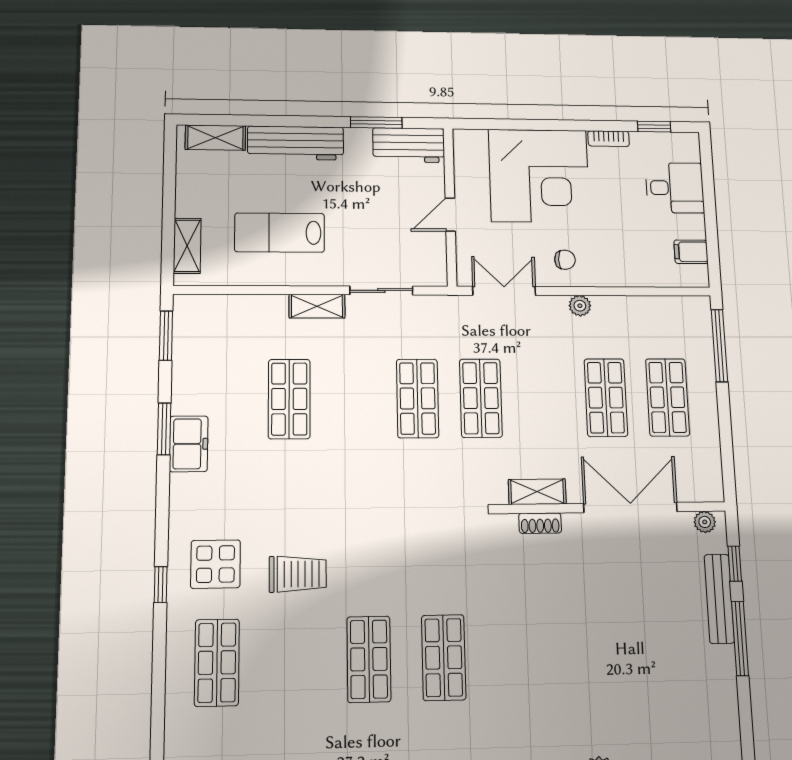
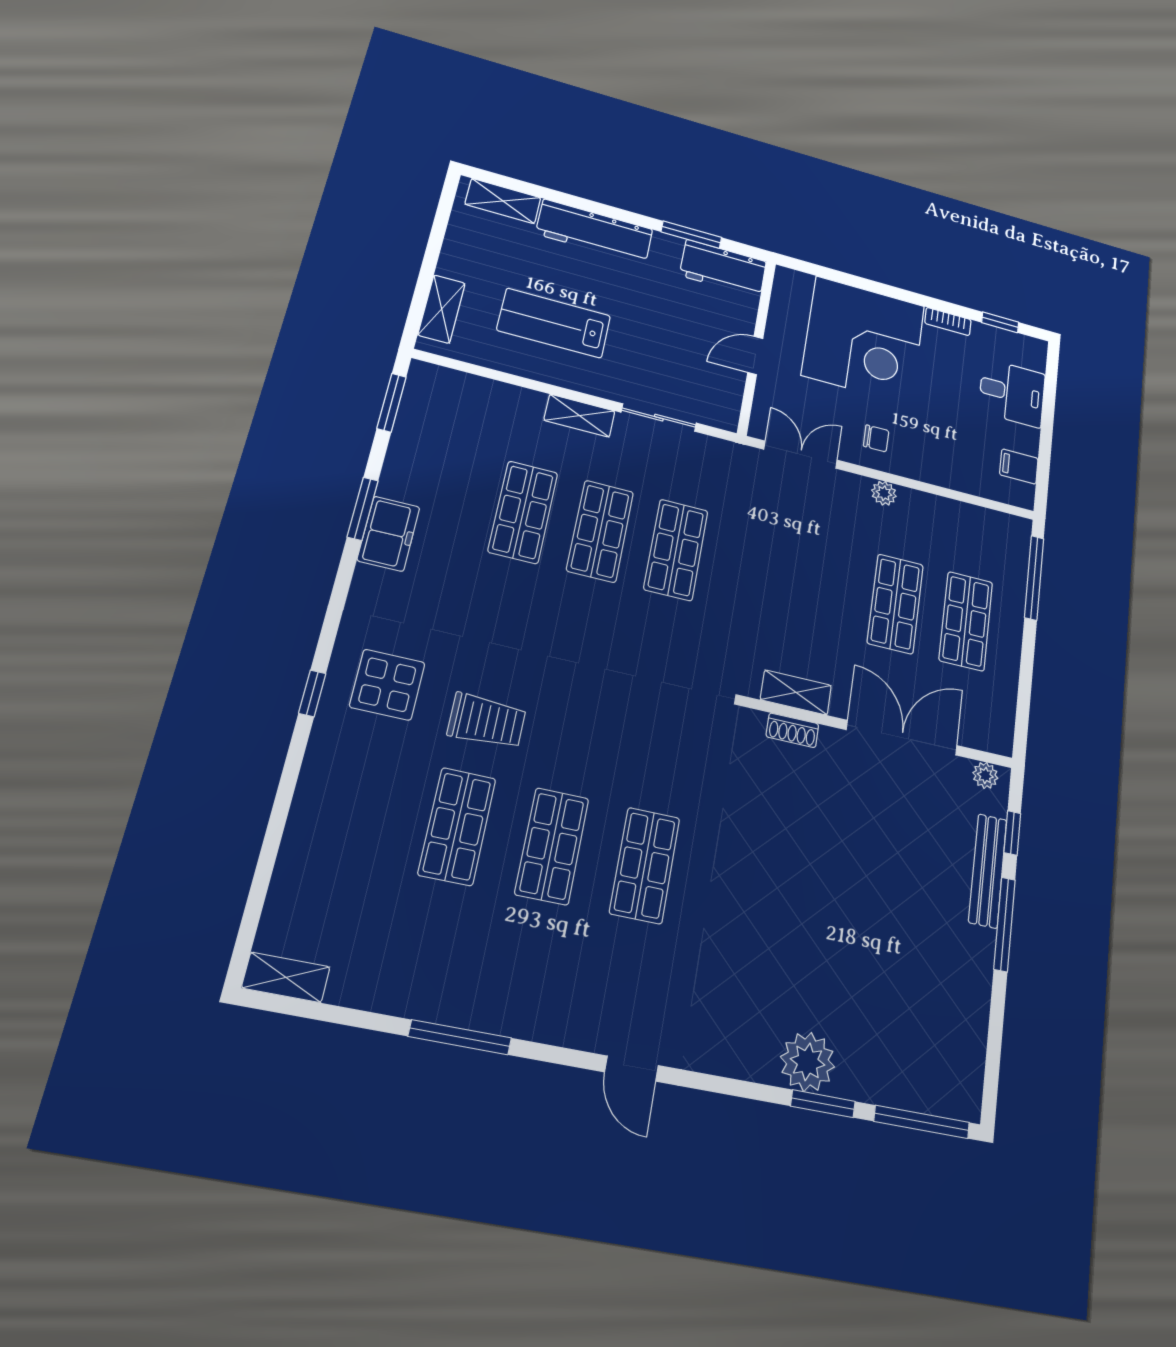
shop shelf: (481, 398) -> (600, 531), moved
shop shelf: (217, 663) -> (457, 826), moved

